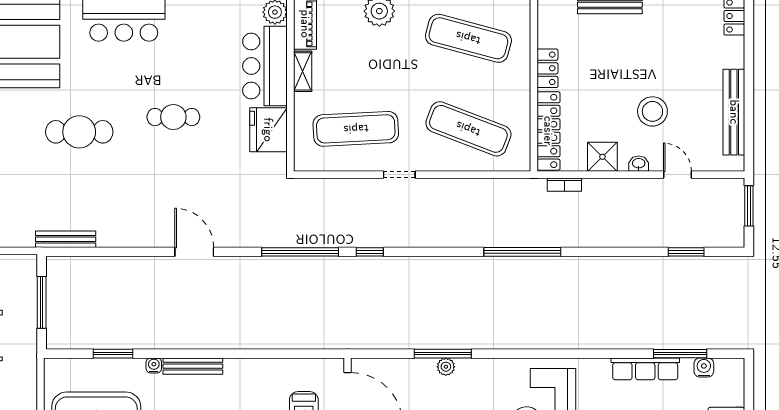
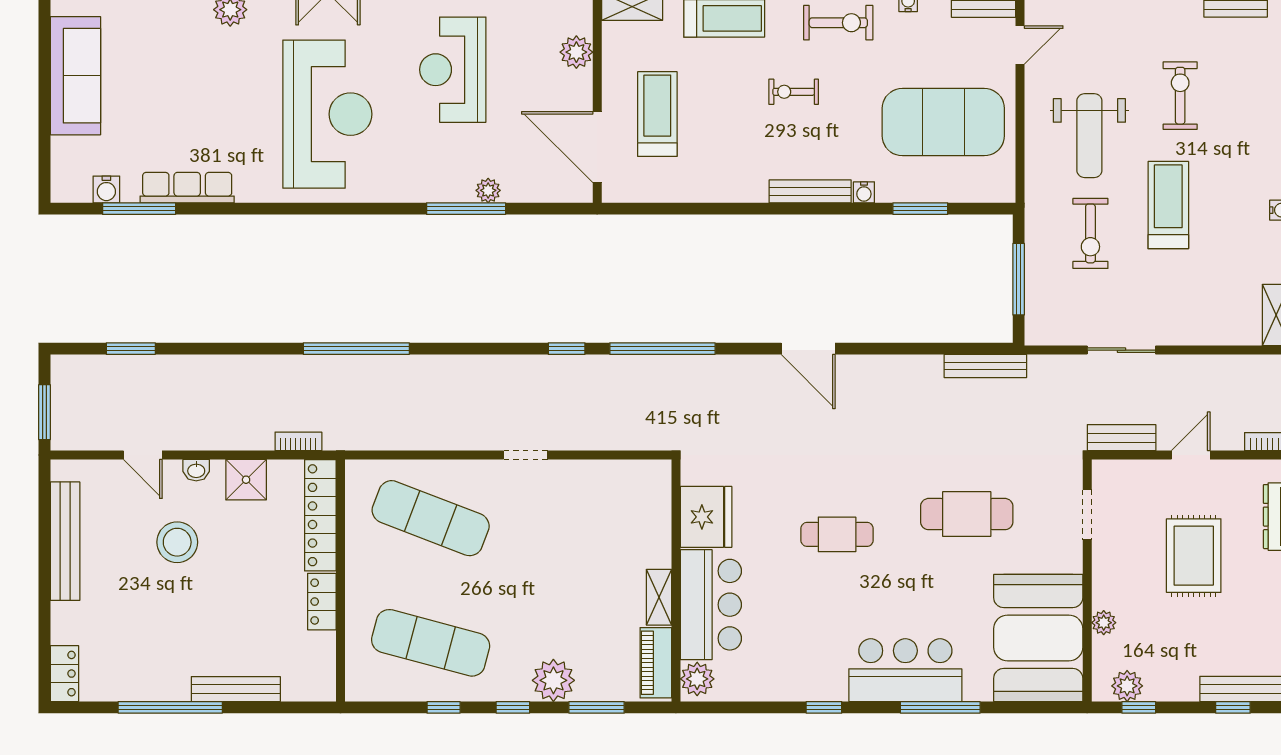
exercise mat: (356, 129) -> (586, 518), removed
plant: (446, 367) -> (488, 190), moved

